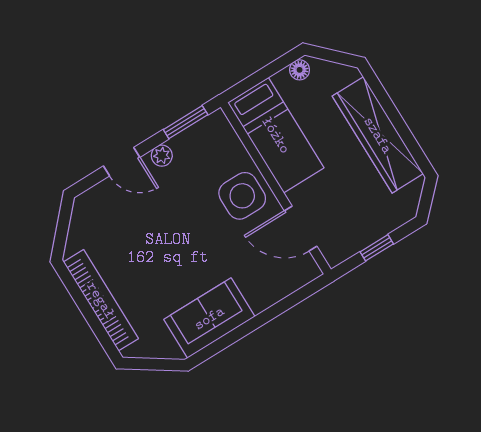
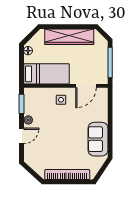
side table: (242, 196) -> (61, 100), width x0.54, depth x0.54
window: (377, 248) -> (110, 63), width x2.17

